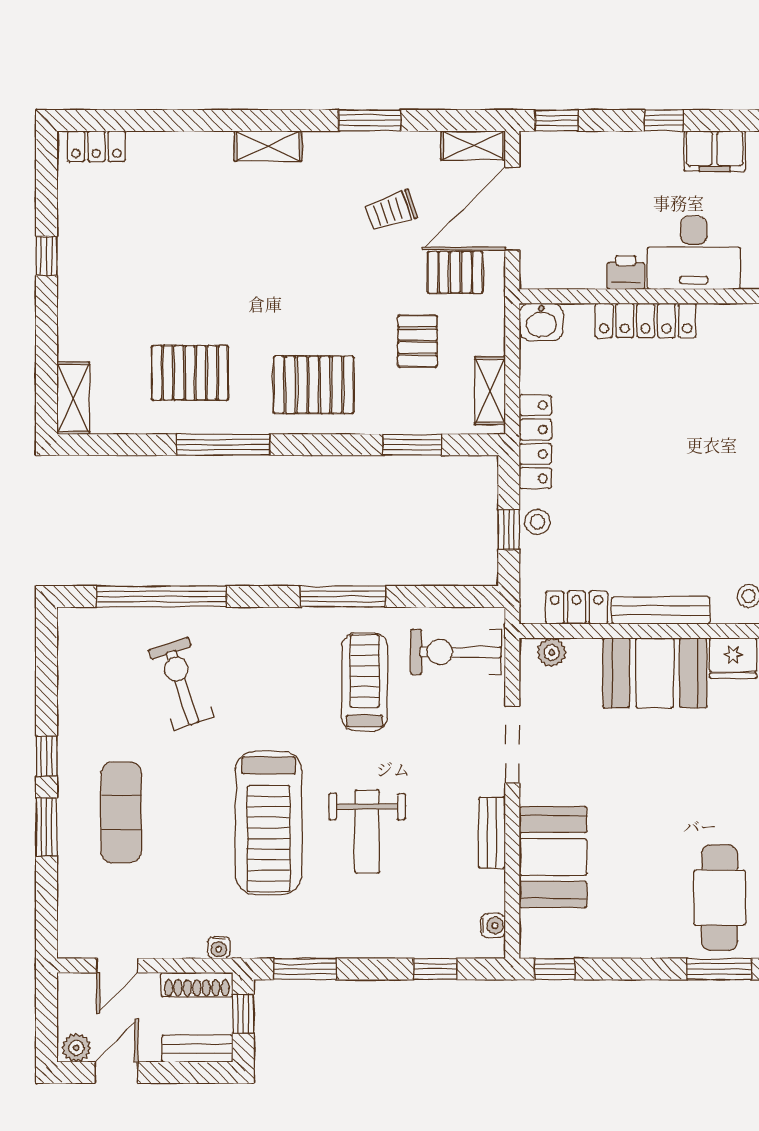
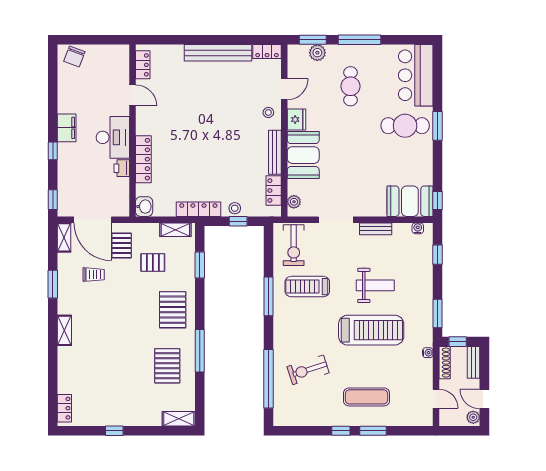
trolley: (391, 211) -> (94, 275), turned -71
booth: (553, 857) -> (410, 201), moved

